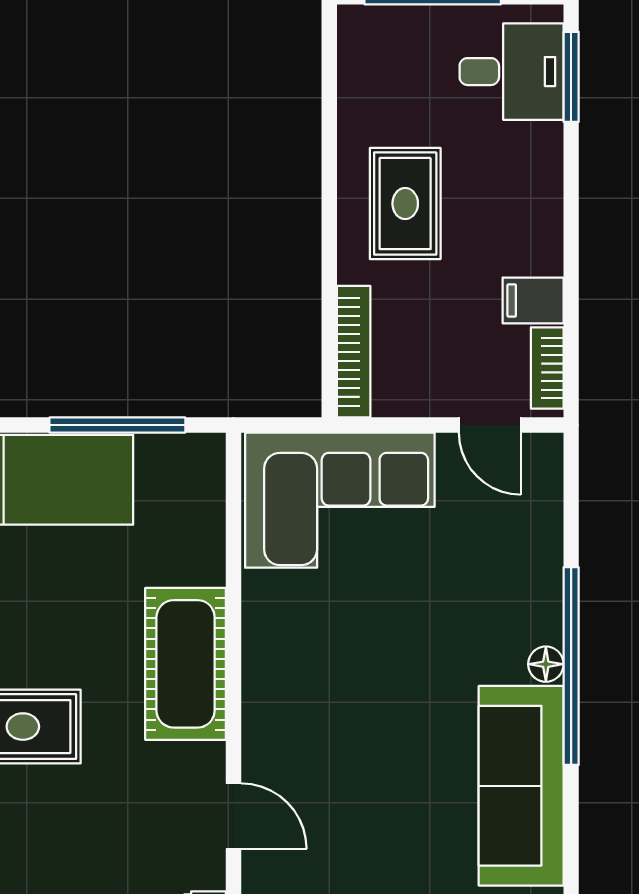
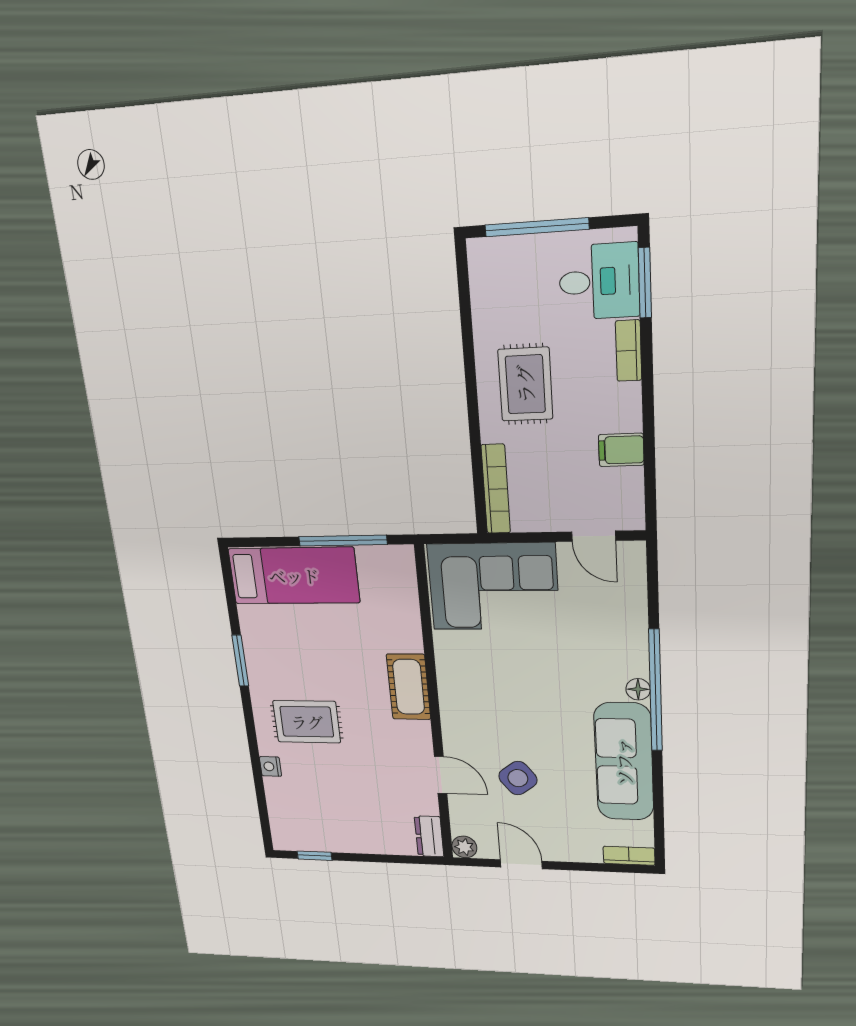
bookcase: (547, 368) -> (629, 351), moved
cot: (186, 664) -> (409, 687), width x0.73, depth x0.75
side table: (356, 818) -> (518, 778), added

